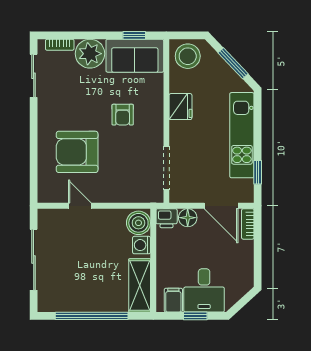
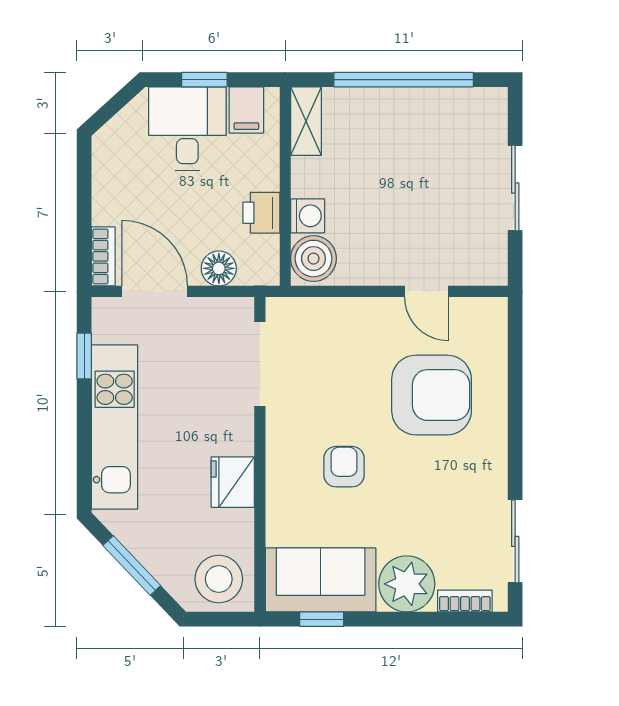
printer: (167, 218) -> (261, 213), moved, turned -90
sliding door: (34, 260) -> (515, 188), width x0.73
shelving: (140, 285) -> (306, 121), width x0.67, depth x0.75

